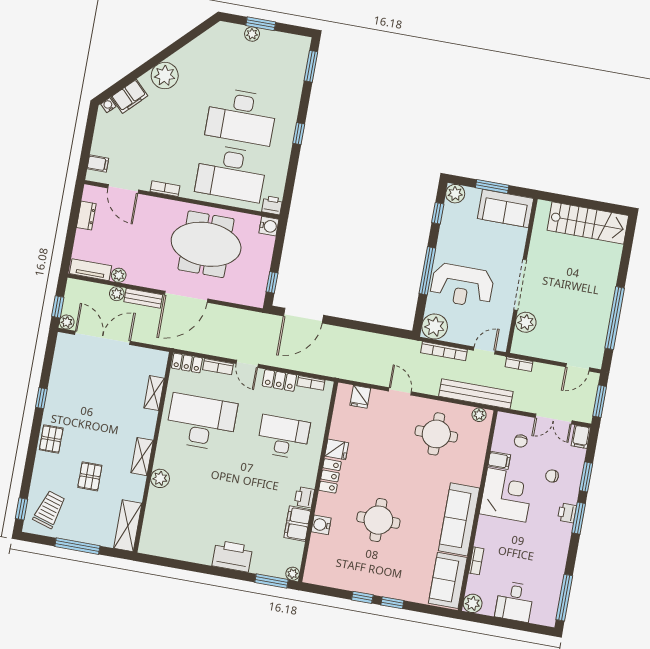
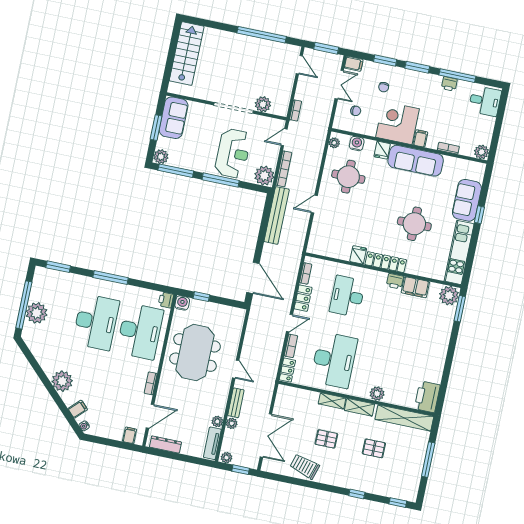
window: (261, 24) -> (24, 305), width x2.11
plant: (252, 34) -> (37, 313), width x1.87, depth x1.87
filing cabinet: (129, 96) -> (78, 409), width x0.50
window: (299, 134) -> (111, 278), width x2.17
window: (438, 213) -> (176, 171), width x2.17
dresser: (86, 216) -> (165, 444), width x1.44
window: (272, 282) -> (201, 297), moved
door: (186, 297) -> (236, 369), width x0.53
plant: (67, 322) -> (227, 458), moved
double door: (102, 338) -> (266, 435), swing flipped
door: (484, 350) -> (284, 137), hinge flipped
shelving: (154, 393) -> (332, 401), moved
bench: (476, 394) -> (277, 215), moved
fridge: (360, 397) -> (382, 150), moved, turned 90
window: (41, 398) -> (357, 494), moved
desk: (201, 422) -> (334, 360), turned 180
pallet: (51, 439) -> (326, 439), moved
filing cabinet: (499, 460) -> (420, 138), moved
locker: (330, 476) -> (386, 262), width x1.53
trolley: (49, 510) -> (305, 466), moved
printer: (567, 513) -> (449, 84), moved
water cooler: (321, 525) -> (357, 144), moved, turned 180
shelving: (128, 526) -> (404, 418), width x1.47
printer: (232, 556) -> (427, 397), moved
plant: (293, 574) -> (449, 296), width x1.87, depth x1.87
kitchen unit: (343, 578) -> (459, 252), added
sofa: (448, 580) -> (467, 200), moved, turned 90
window: (362, 597) -> (474, 238), removed
window: (564, 598) -> (457, 76), moved
desk: (515, 602) -> (485, 101), moved

